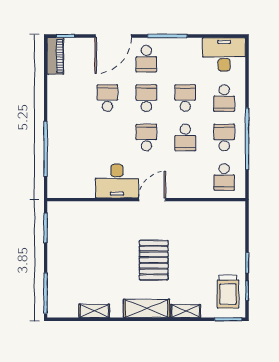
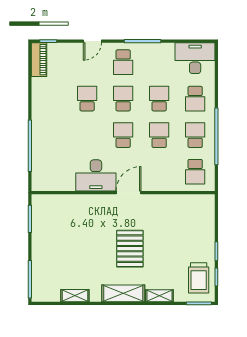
door: (113, 36) -> (92, 41), width x0.53
school desk: (185, 138) -> (159, 135), turned 180

